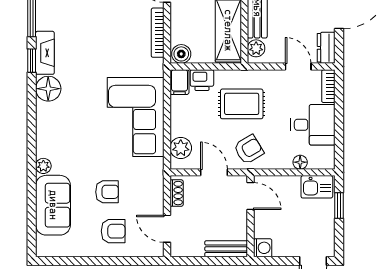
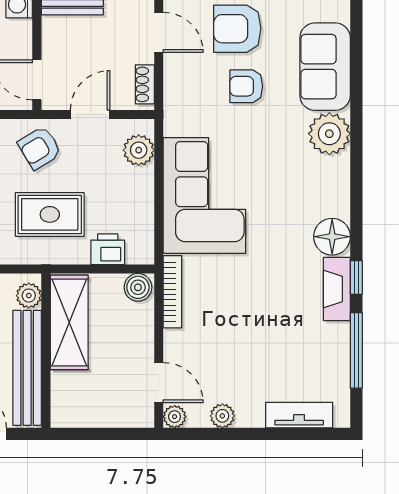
bookcase: (158, 33) -> (172, 292), moved
filing cabinet: (179, 82) -> (141, 246), removed
plant: (43, 166) -> (329, 134), width x1.87, depth x1.87
door: (214, 172) -> (90, 115), swing flipped
armchair: (113, 231) -> (237, 29), width x1.38, depth x1.38

